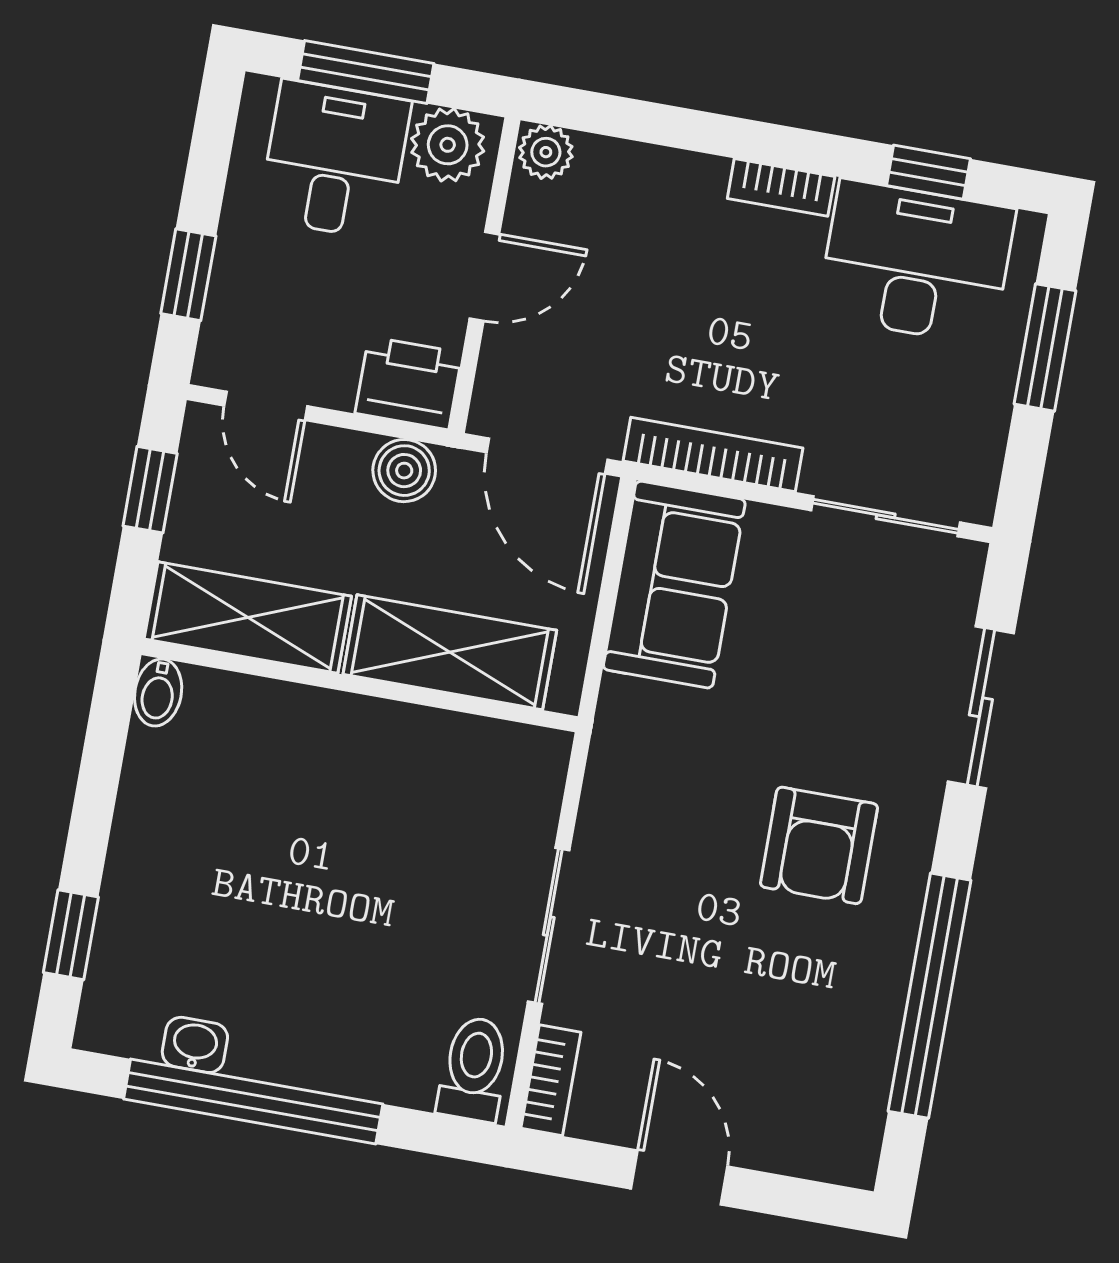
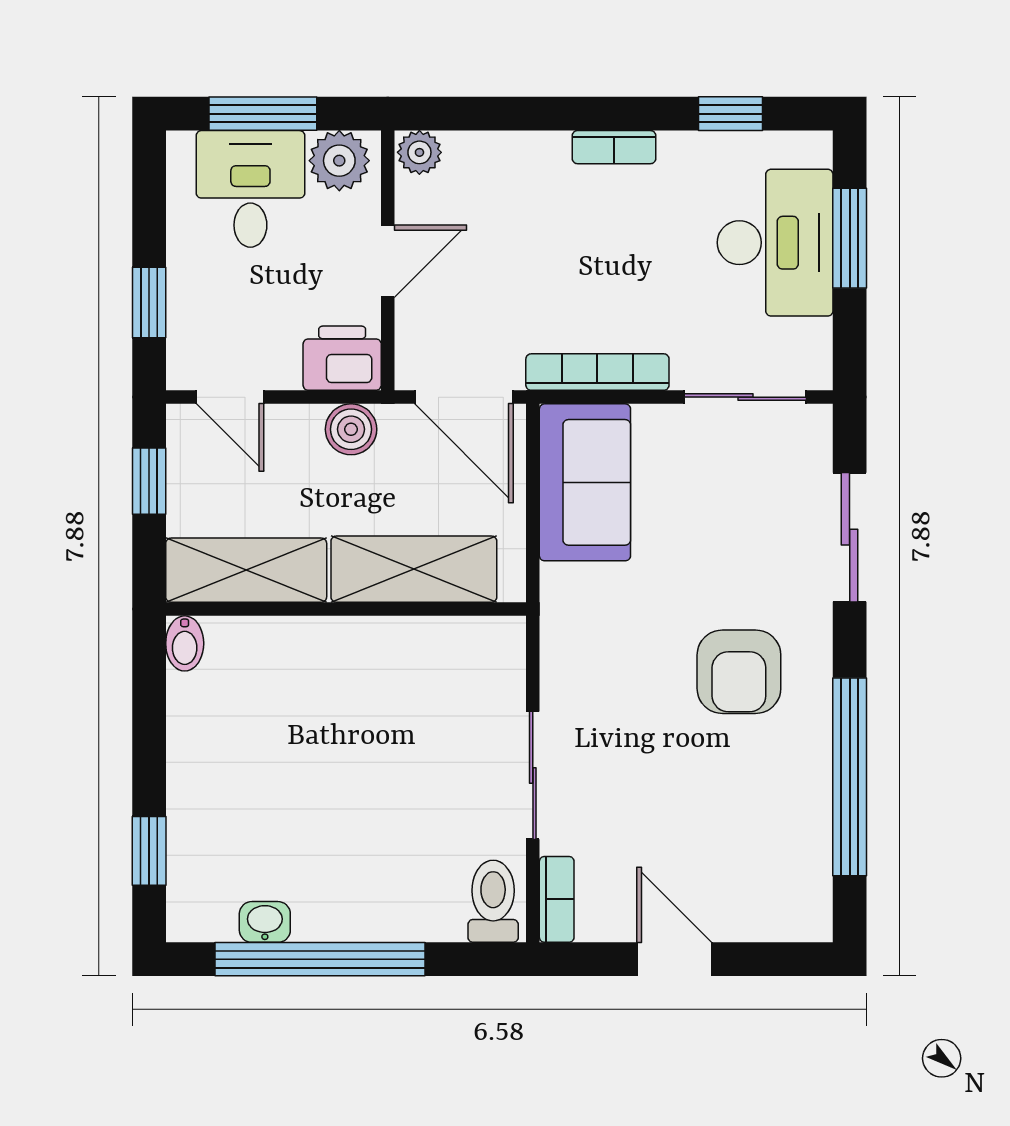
desk: (916, 262) -> (775, 243), moved, turned 90

